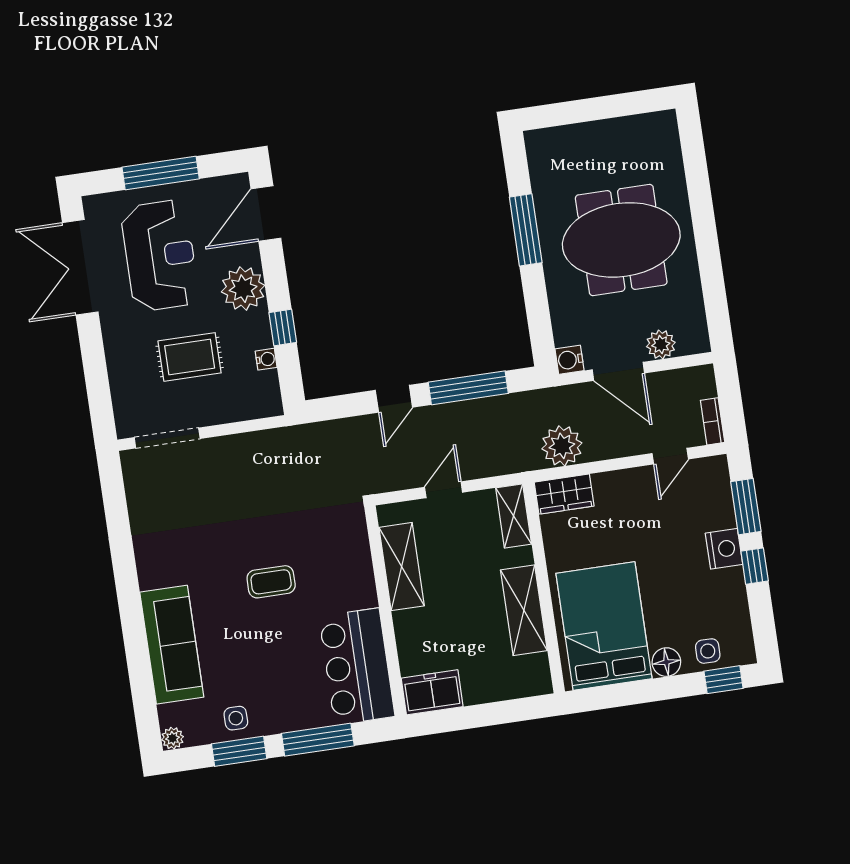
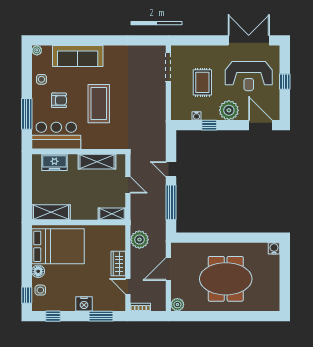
window: (161, 173) -> (285, 82), width x0.46
window: (526, 230) -> (236, 238), removed
meeting table: (621, 240) -> (226, 279), turned 90
plant: (661, 344) -> (177, 305), moved
water cooler: (569, 360) -> (274, 248), moved
wardrobe: (564, 494) -> (118, 264), moved
window: (755, 566) -> (53, 316), moved
coffee table: (271, 582) -> (99, 104), width x1.86, depth x1.72
shelving: (524, 610) -> (51, 212), moved
armchair: (277, 672) -> (59, 100), added
freezer: (432, 692) -> (54, 162), moved, turned 90
window: (239, 751) -> (27, 79), removed

